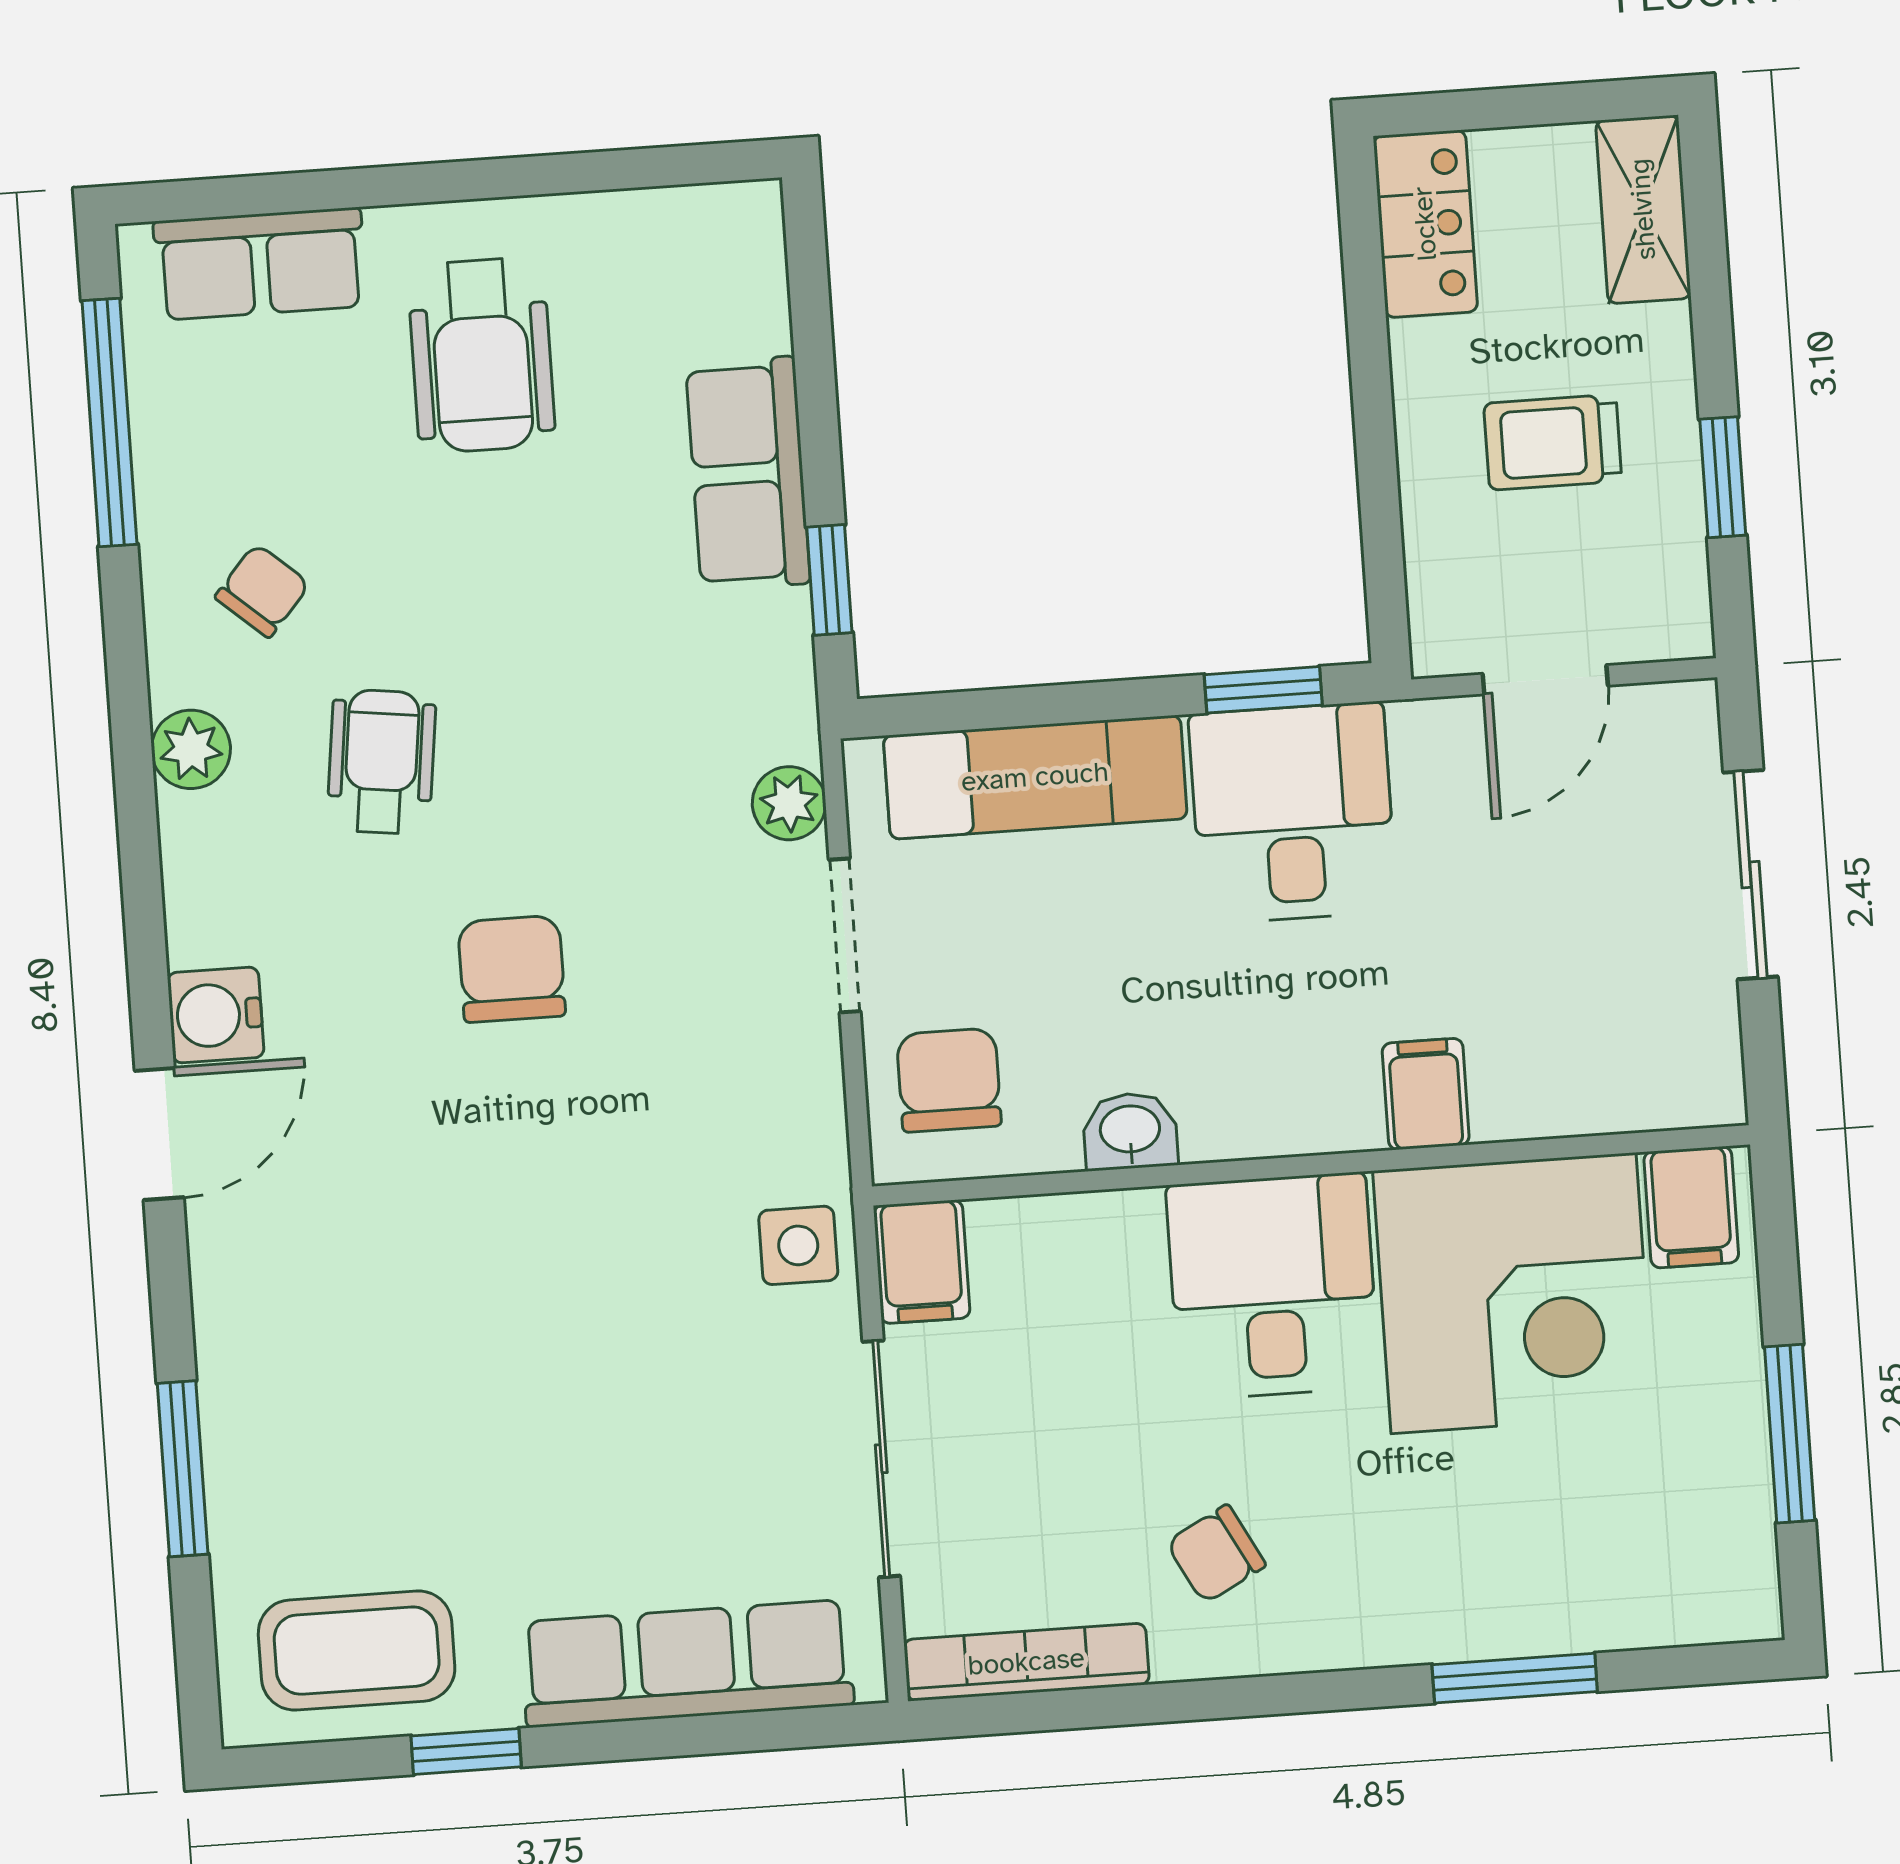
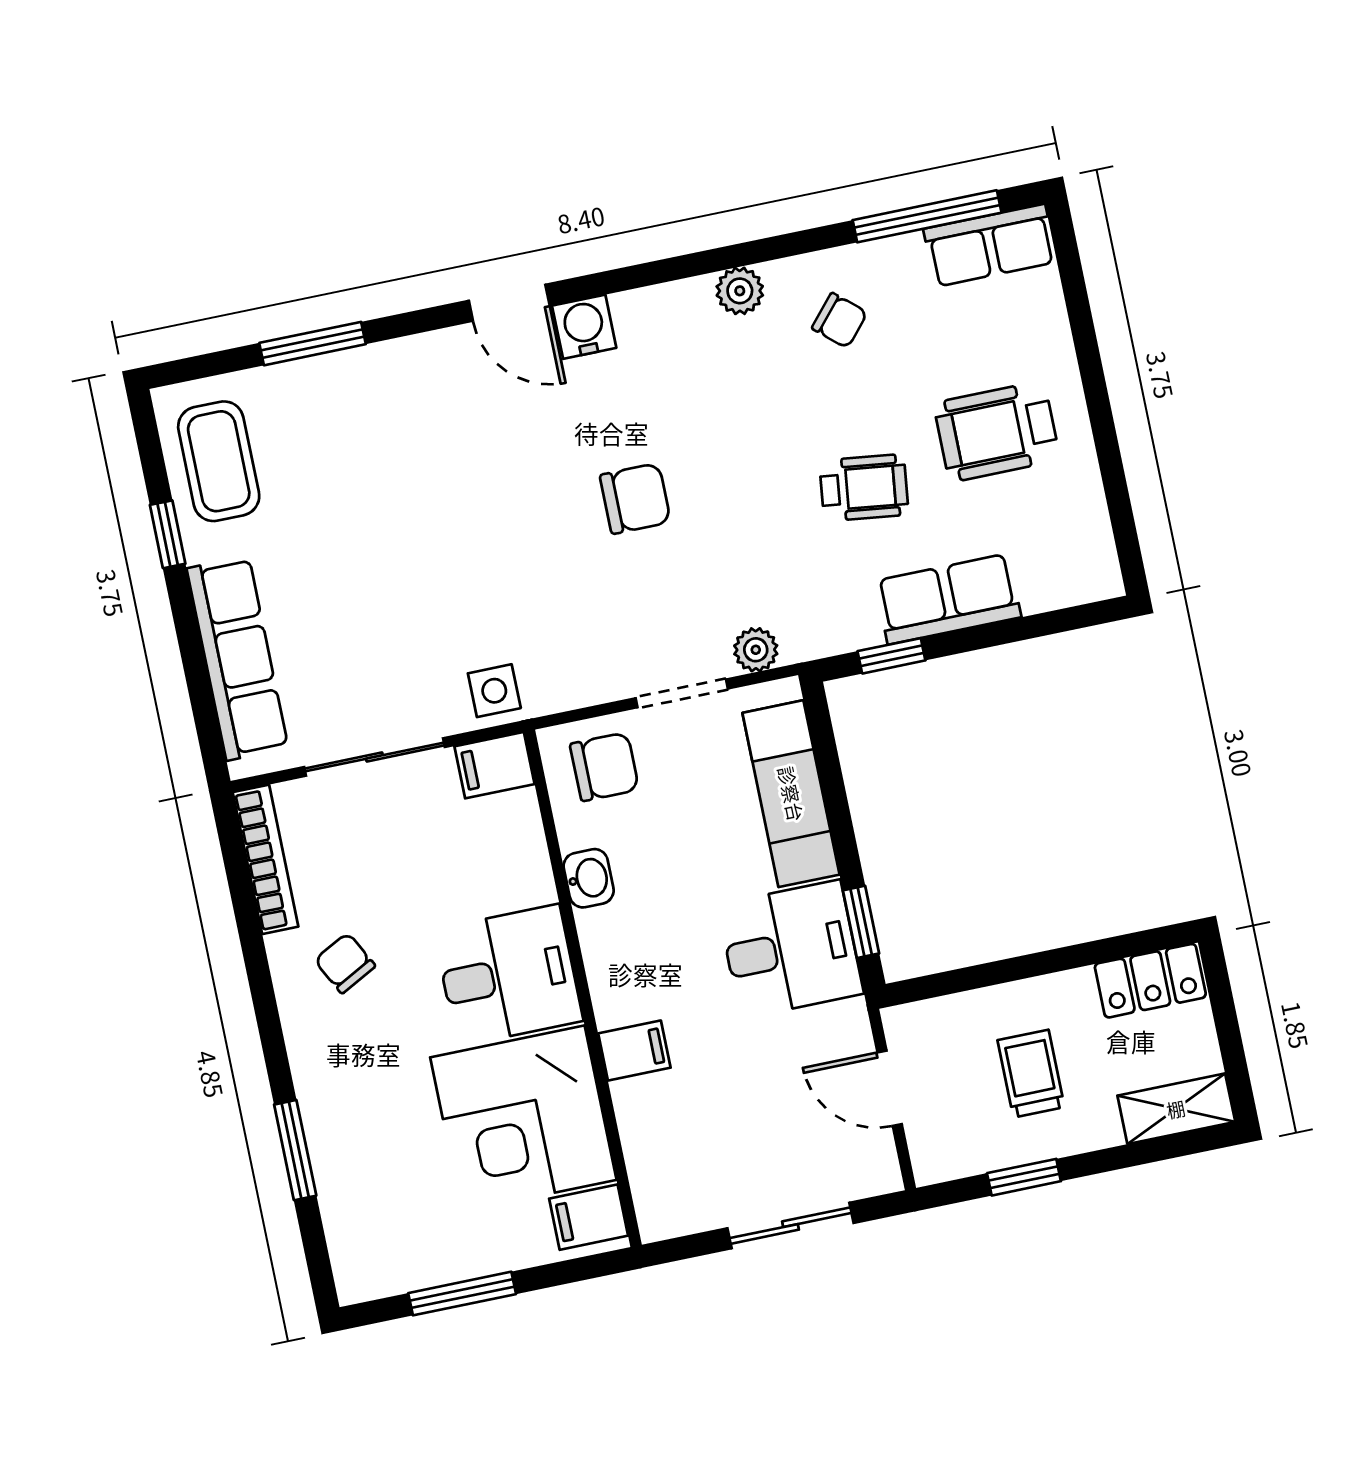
row of seats: (260, 264) -> (990, 245), moved, turned -90
wheelchair: (381, 762) -> (864, 488), moved

